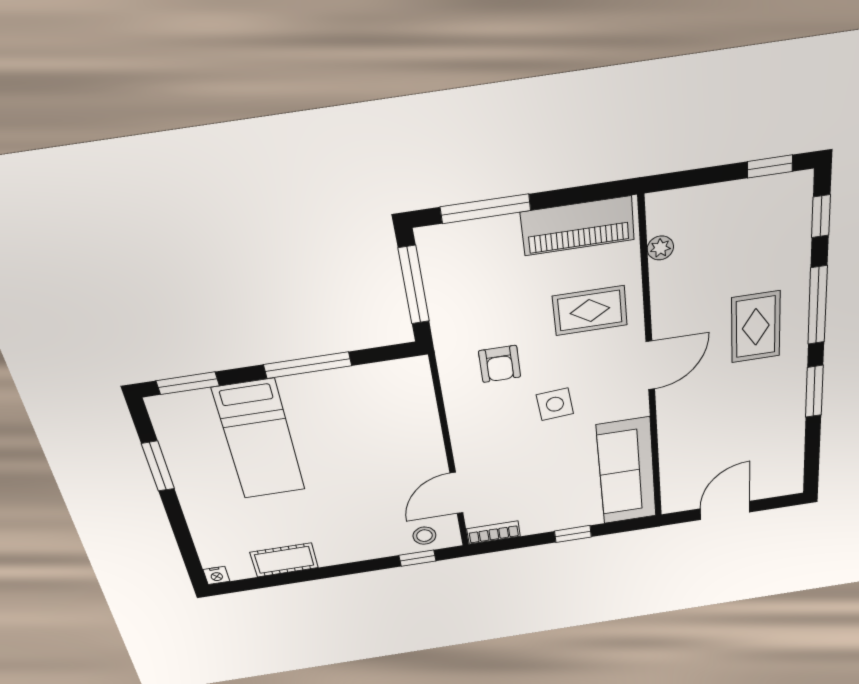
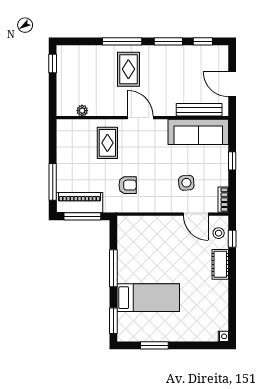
window: (821, 216) -> (203, 41), moved
piano: (578, 226) -> (79, 203), moved, turned -90
rug: (756, 327) -> (128, 69), turned 90
side table: (555, 404) -> (186, 183), moved
bench: (672, 466) -> (199, 110), added
cot: (284, 560) -> (220, 264), moved

